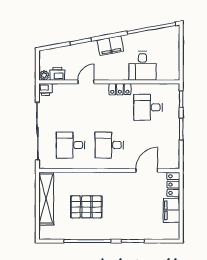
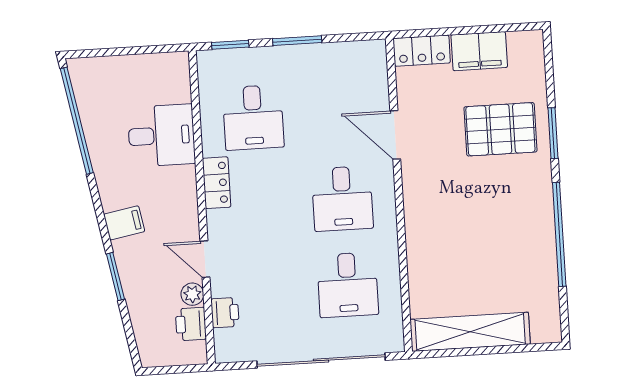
filing cabinet: (110, 46) -> (124, 223), width x0.50
plant: (44, 75) -> (192, 294), moved
printer: (46, 89) -> (225, 313), moved
door: (147, 170) -> (395, 135), moved
pallet: (86, 207) -> (500, 129), moved, turned 90

